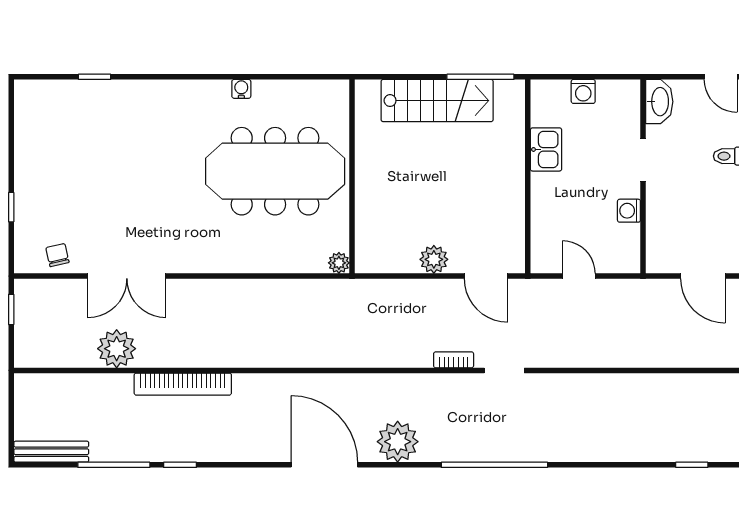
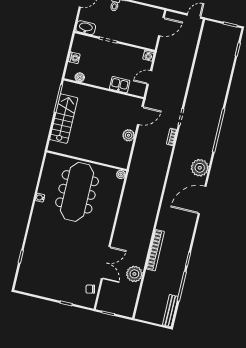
boiler: (541, 115) -> (80, 77), added
kitchen sink: (546, 149) -> (120, 85), moved
washing machine: (629, 211) -> (148, 56), moved

